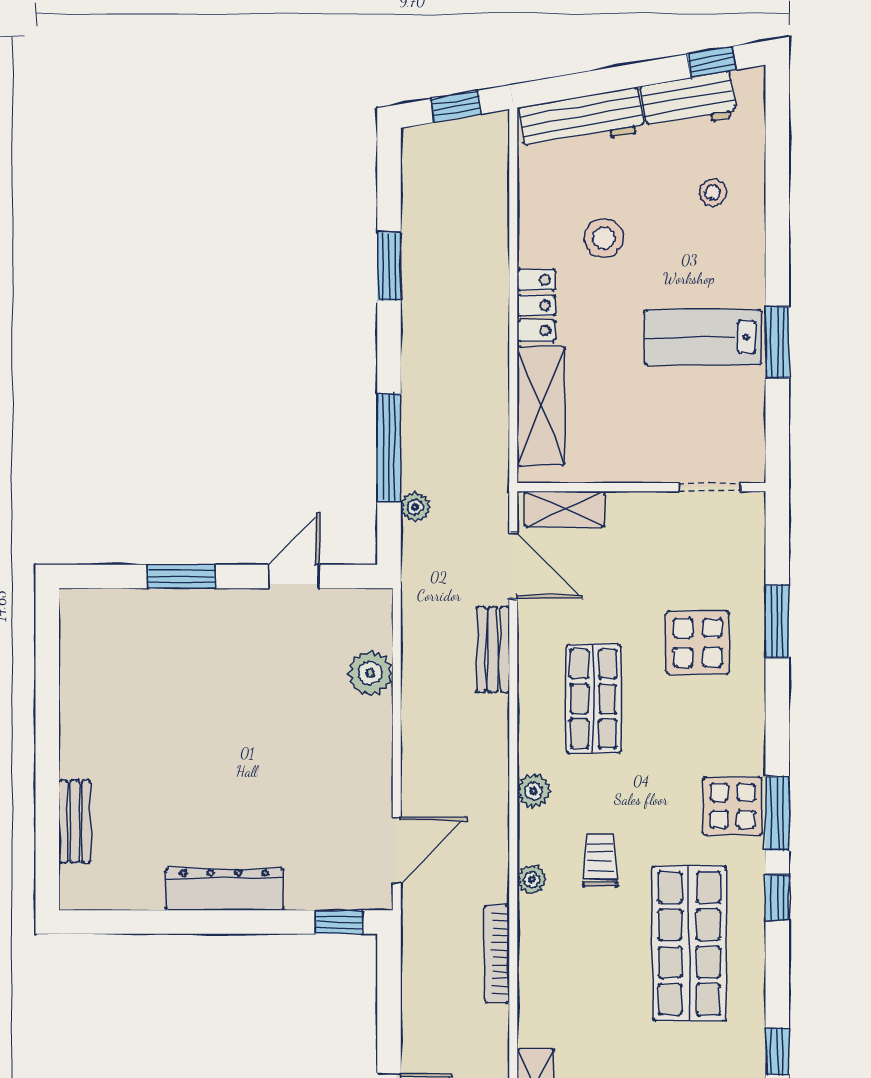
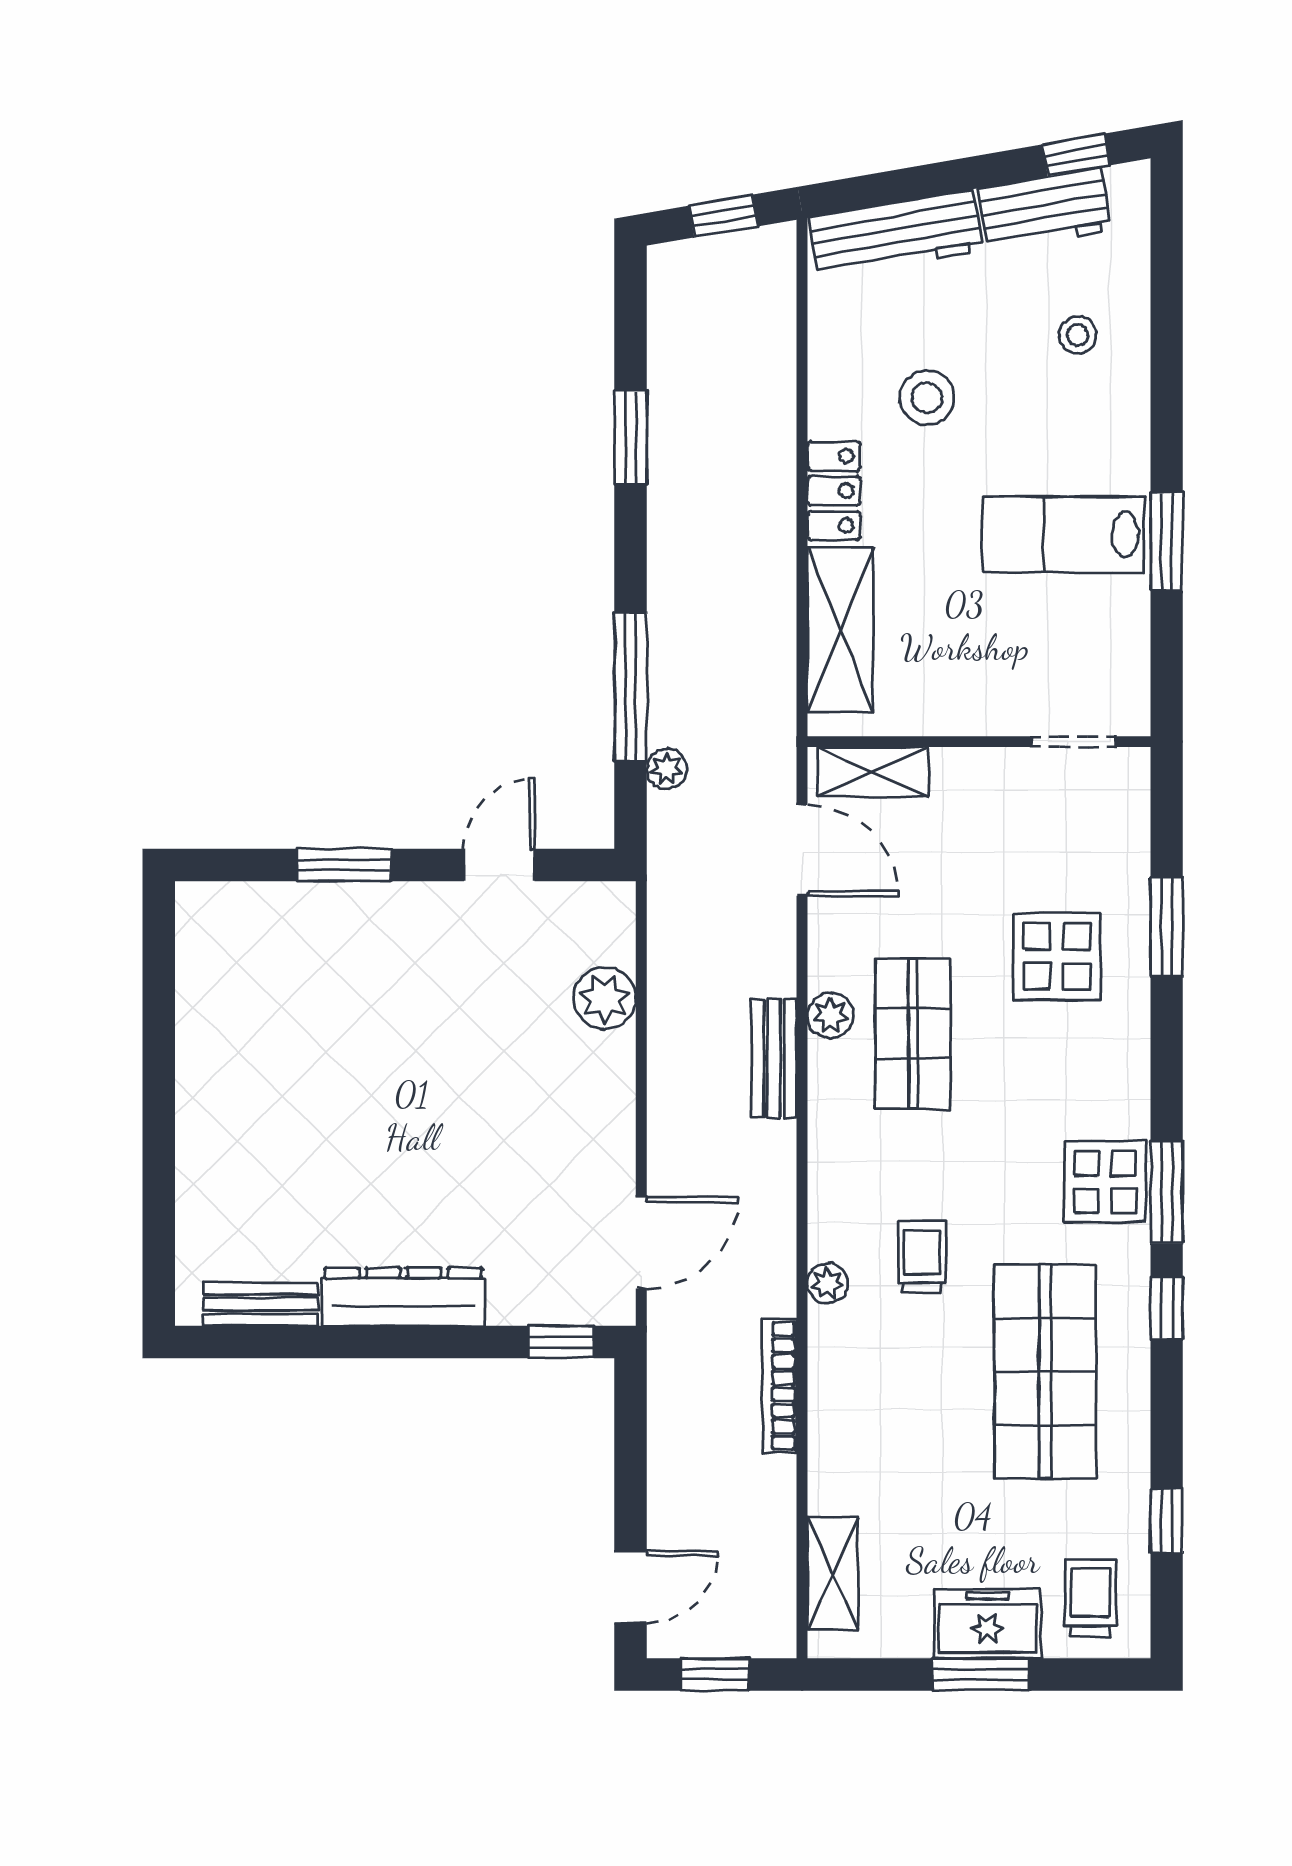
bench: (493, 649) -> (774, 1058), moved
plant: (534, 791) -> (830, 1016), moved
bench: (75, 821) -> (260, 1304), moved, turned 90

